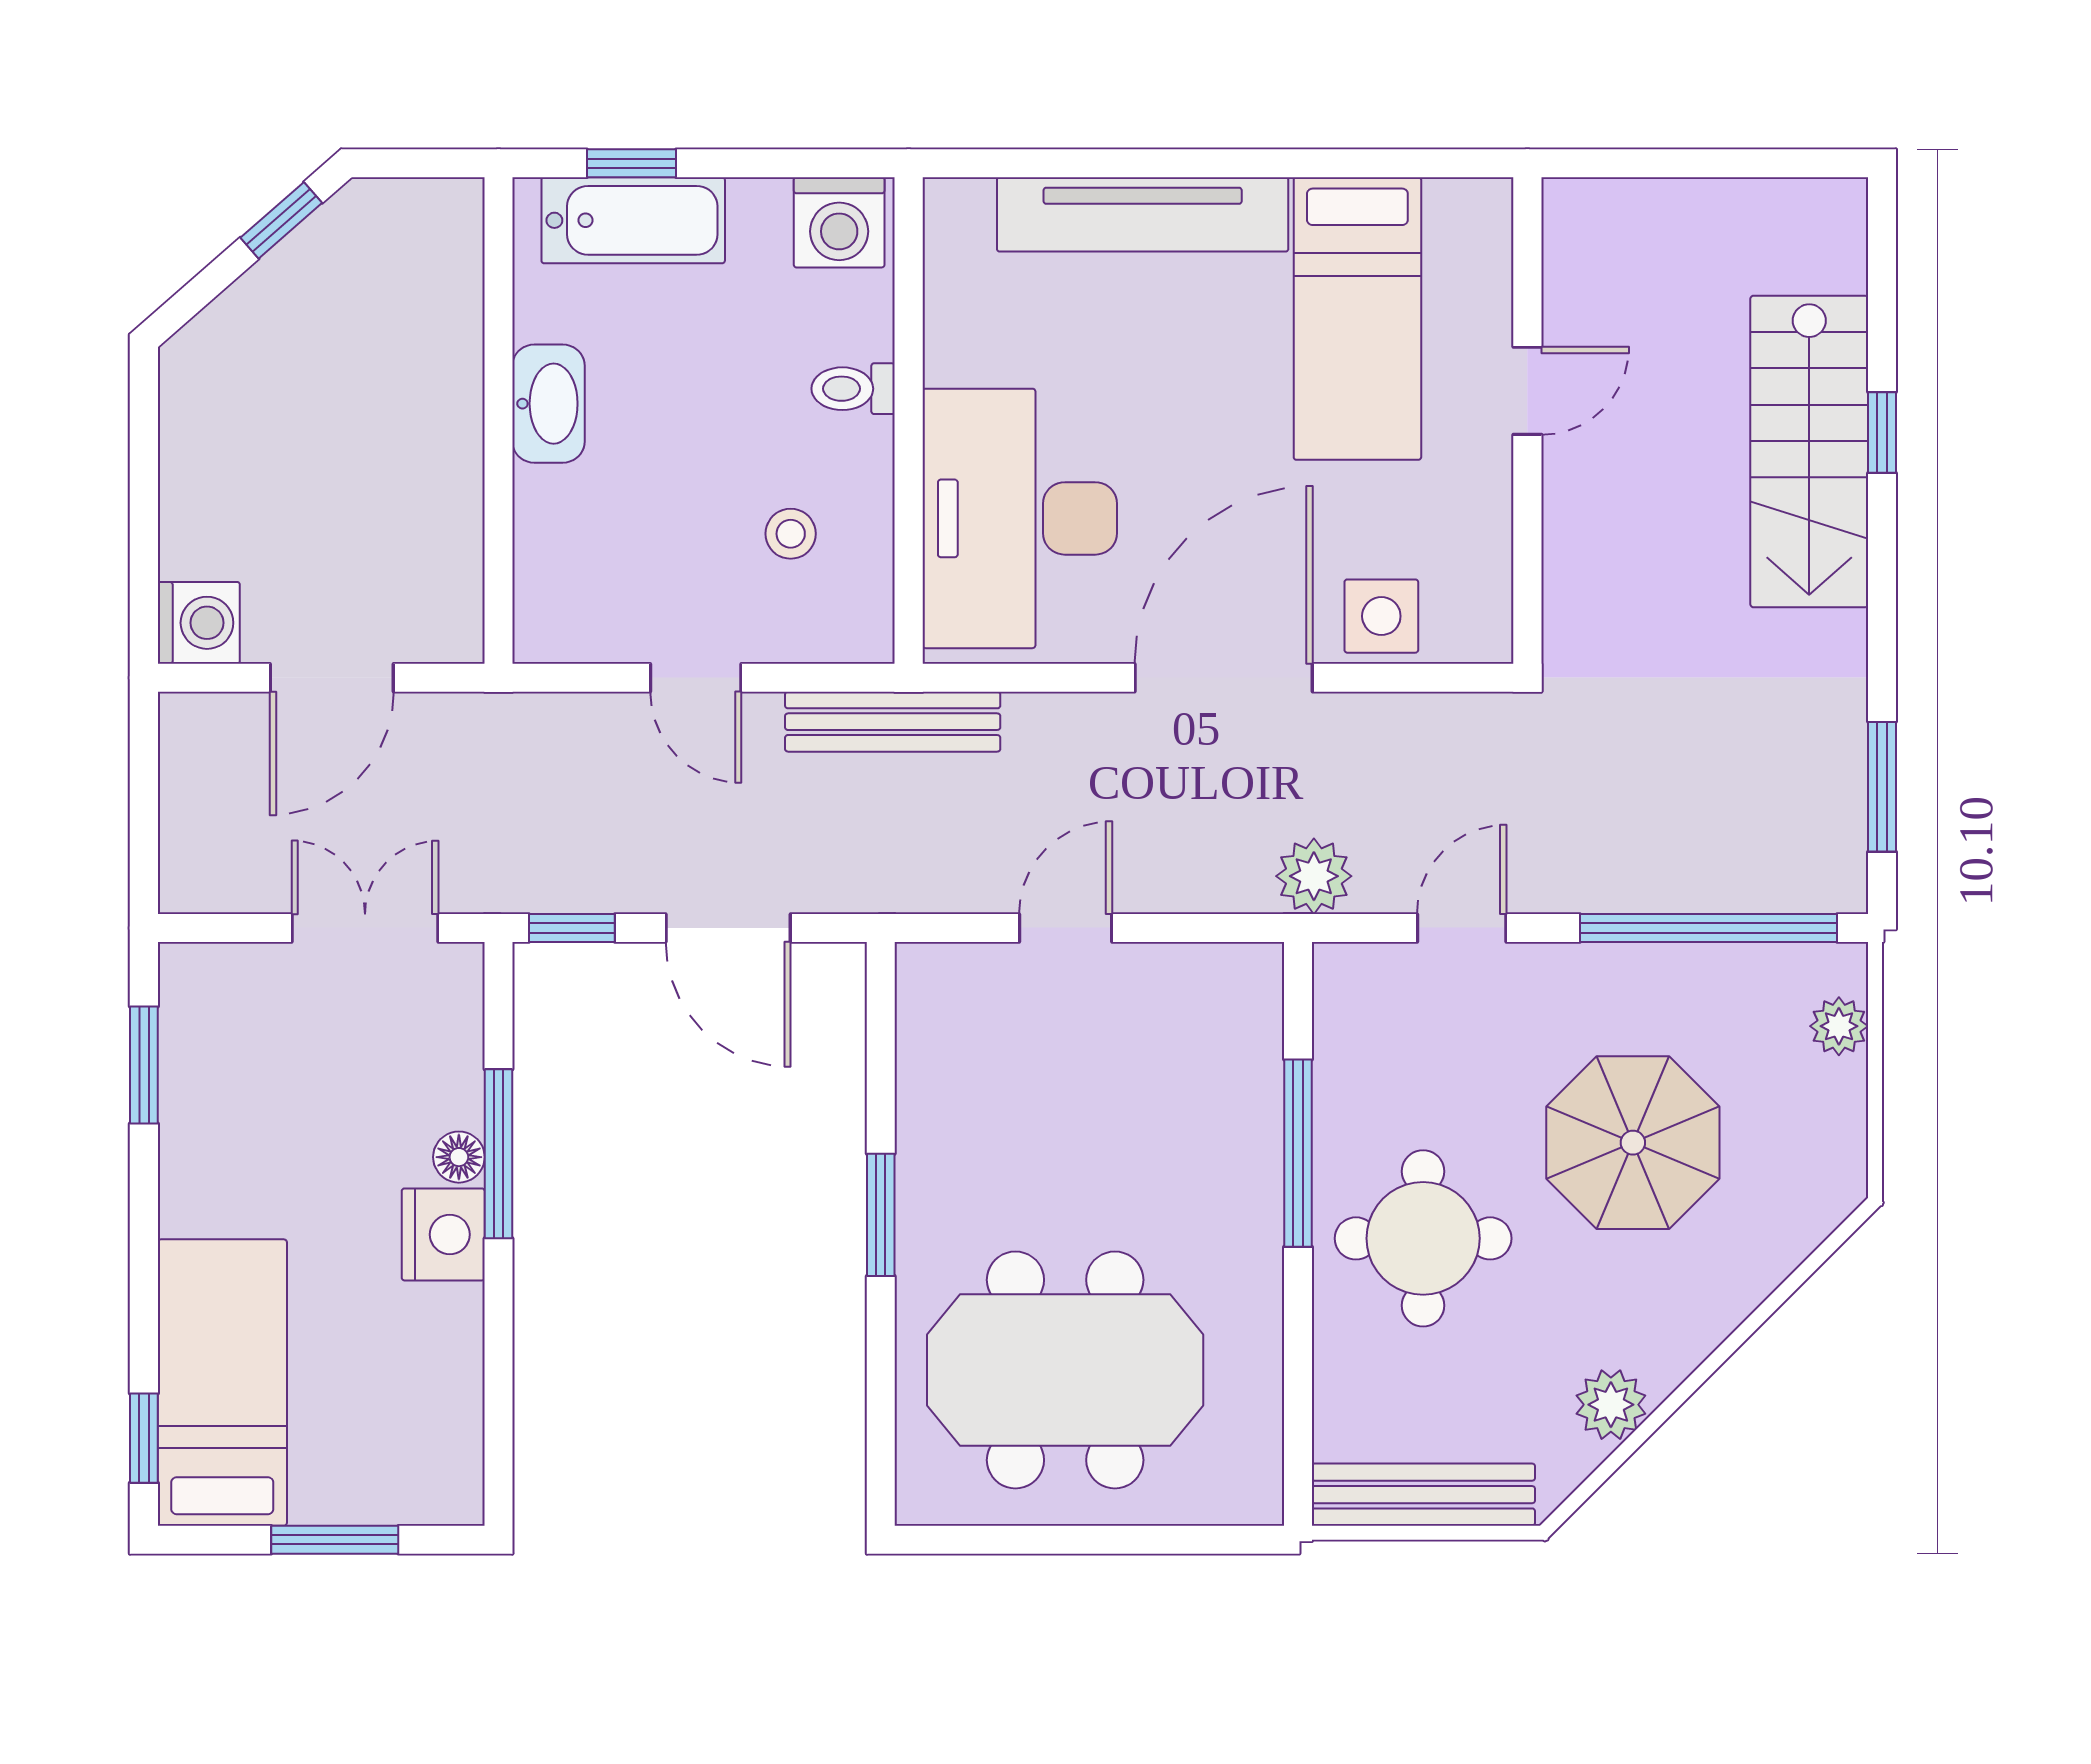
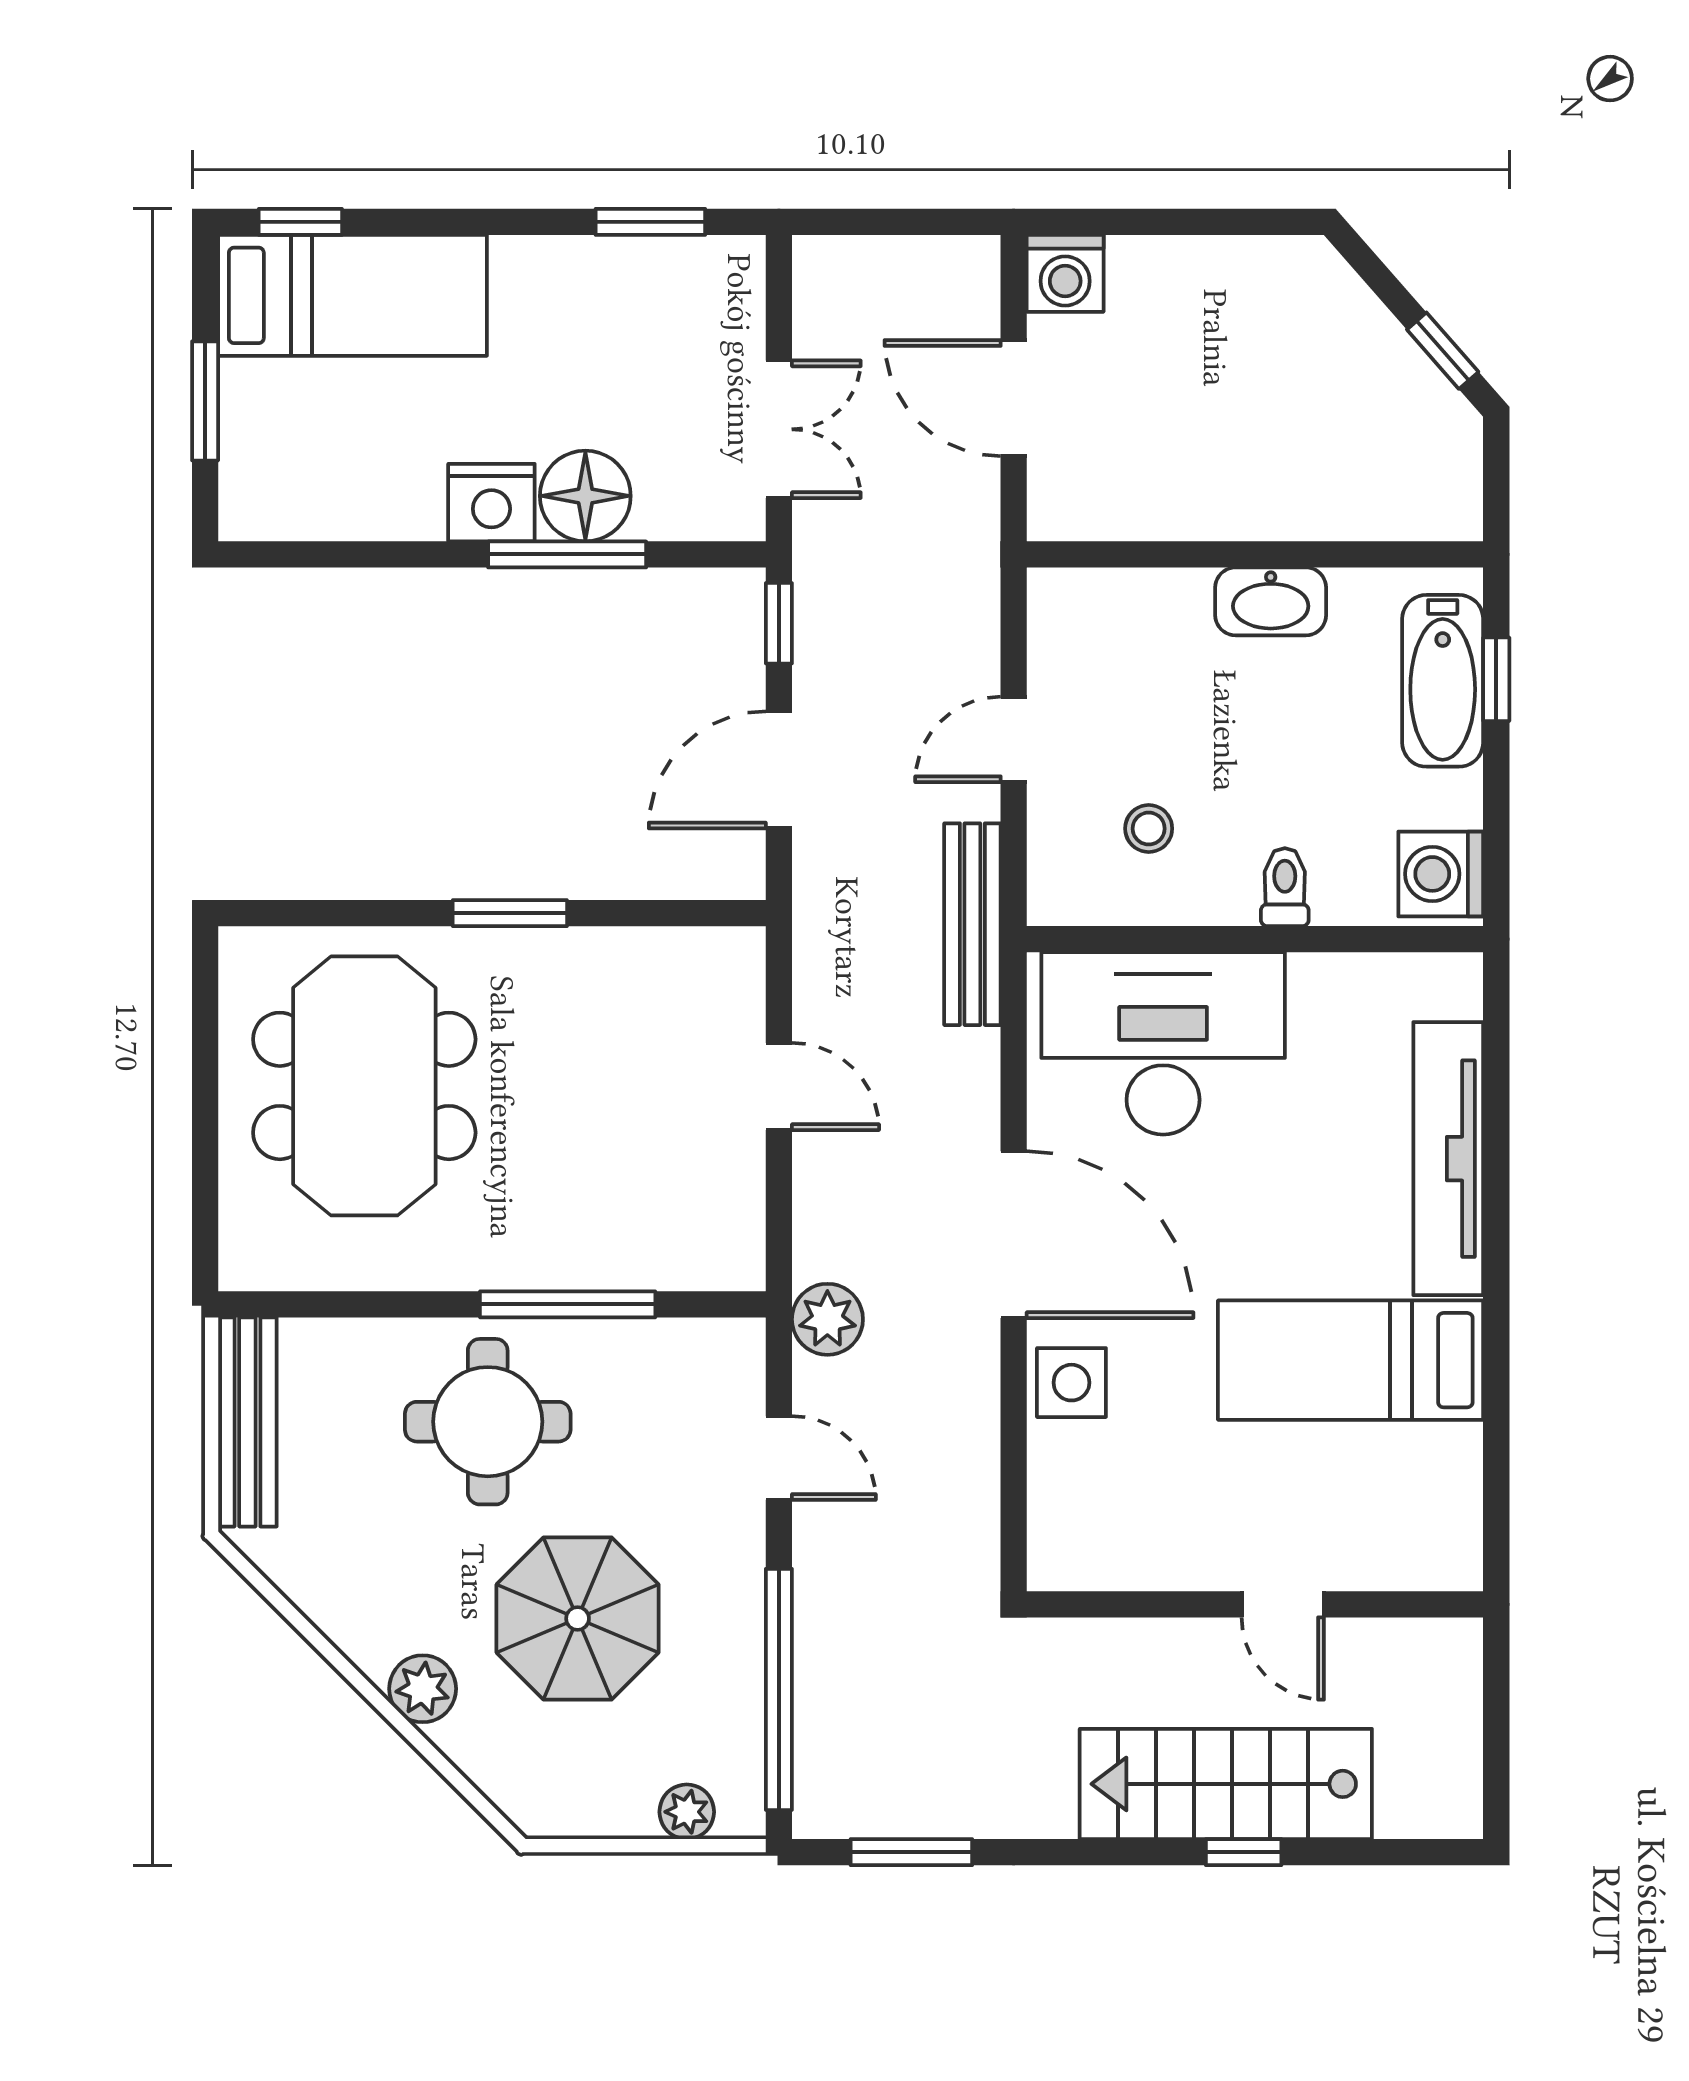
door: (1527, 391) -> (1283, 1604), moved
wall: (1527, 420) -> (1255, 1604), moved
floor lamp: (459, 1157) -> (585, 496), width x1.89, depth x1.89
plant: (1611, 1405) -> (423, 1689), moved

